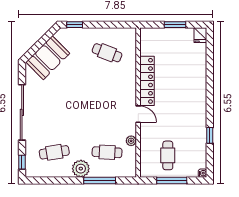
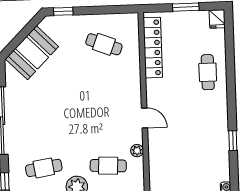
locker: (147, 81) -> (153, 48), moved
cafe table: (168, 155) -> (208, 72), moved

